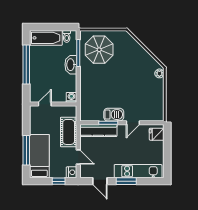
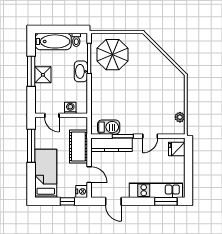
window: (26, 65) -> (31, 71), width x0.68
shower: (37, 68) -> (43, 75), added
plant: (159, 73) -> (180, 117), moved
washing machine: (71, 97) -> (70, 108), moved
door: (45, 104) -> (52, 115), swing flipped
barbecue: (114, 115) -> (109, 127), moved
window: (26, 150) -> (31, 146), moved
window: (126, 181) -> (166, 201), moved

